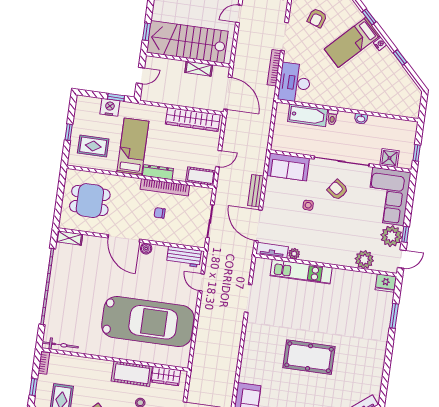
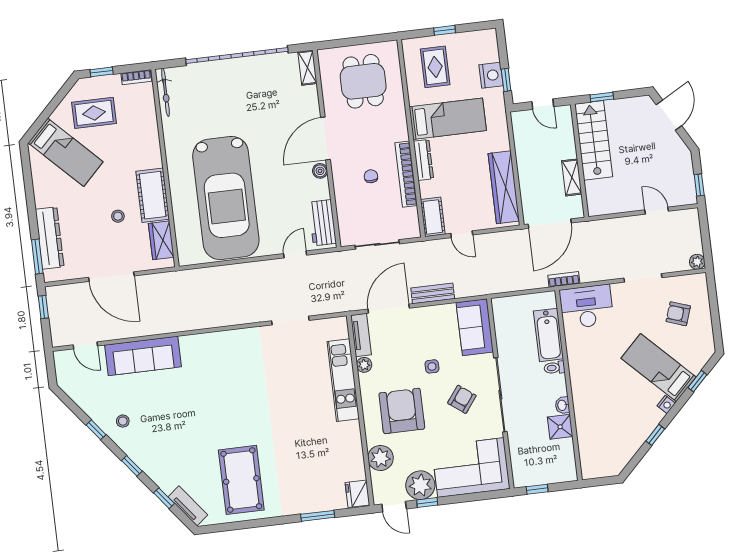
stairs: (187, 42) -> (594, 140), width x0.73, depth x0.66
bookcase: (274, 68) -> (564, 279), moved, width x0.64
shower: (389, 158) -> (560, 427), moved
armchair: (334, 235) -> (402, 411), added
pool table: (309, 357) -> (241, 480), moved

